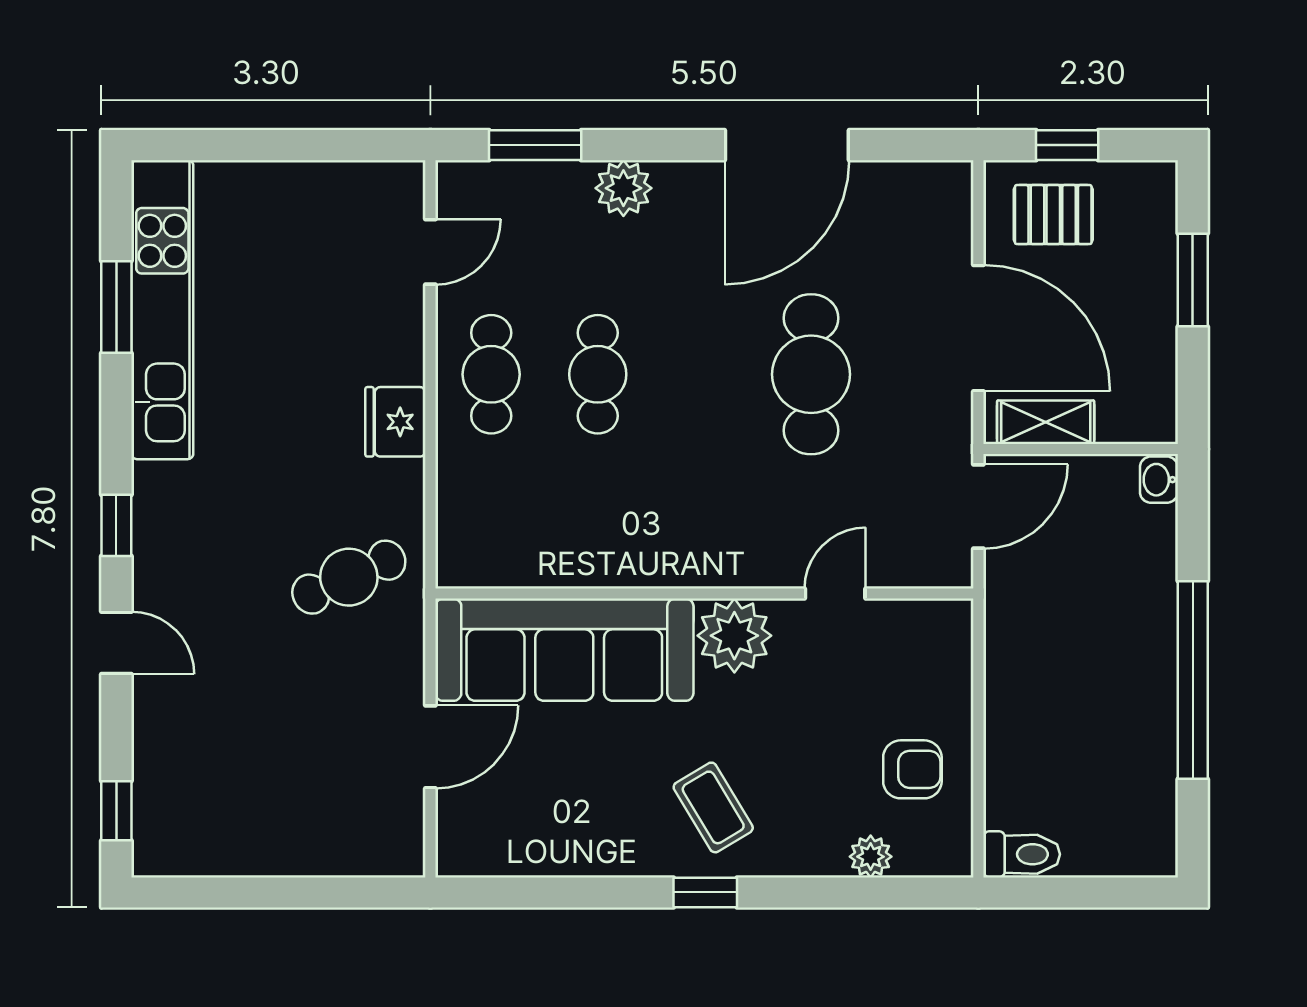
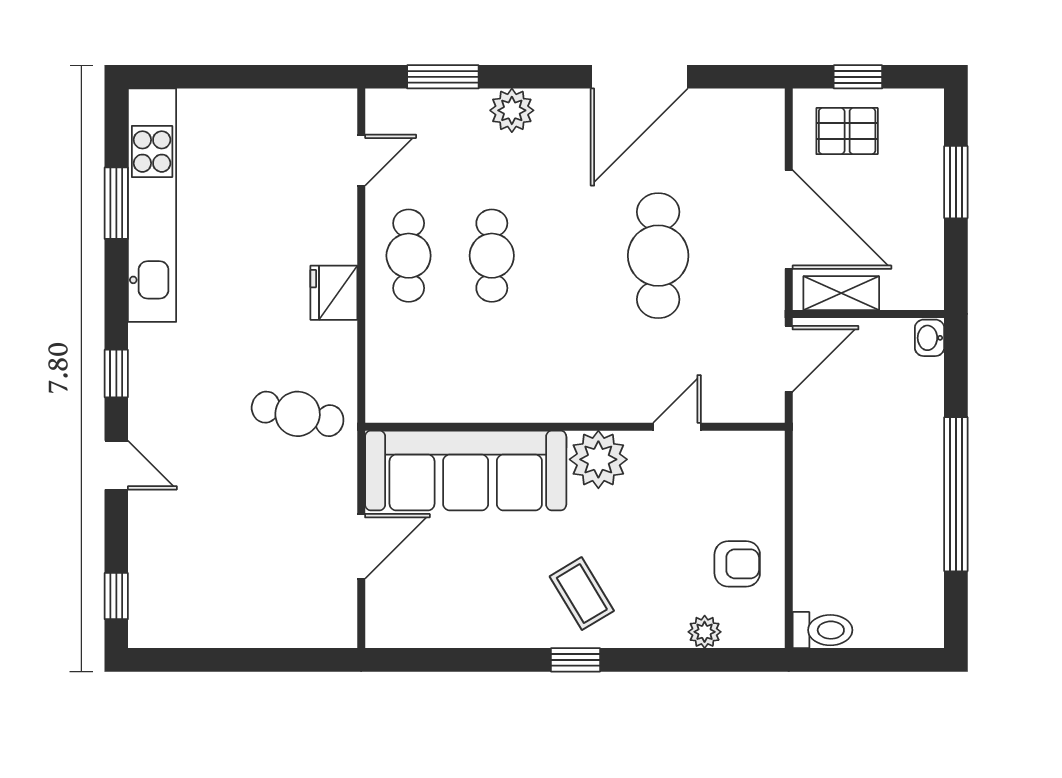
cafe table: (349, 577) -> (298, 414), turned 36

